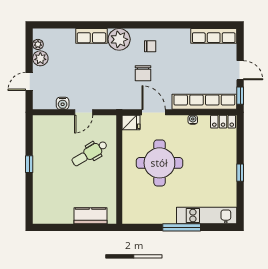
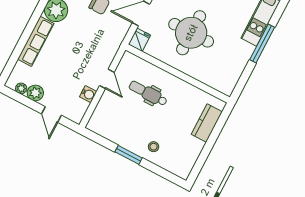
row of seats: (91, 36) -> (36, 41), width x1.48
dental chair: (90, 153) -> (148, 93), turned 121
window: (29, 164) -> (129, 155), width x1.50
stool: (47, 181) -> (154, 147), added

